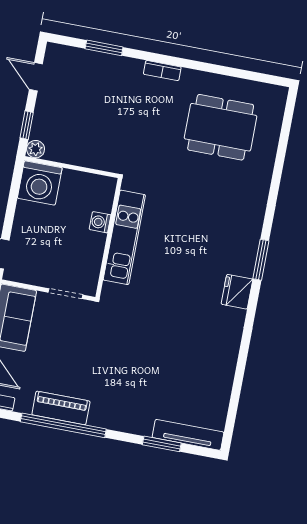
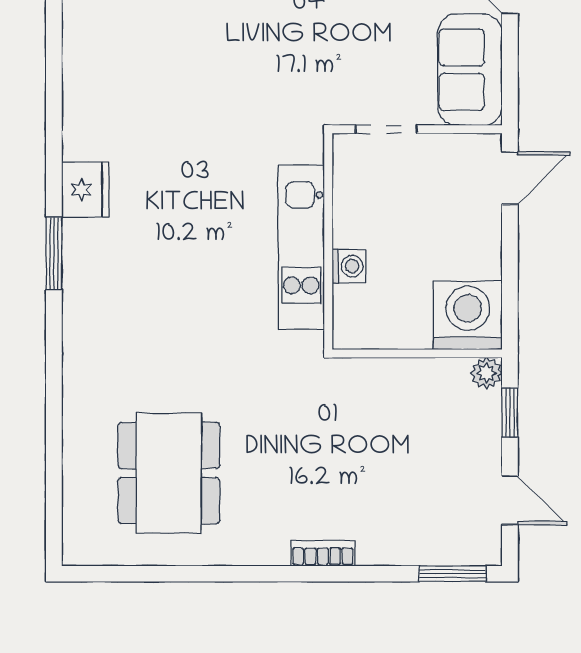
window: (104, 48) -> (453, 574), moved
bookcase: (162, 71) -> (323, 553), moved
dining table: (221, 127) -> (169, 473), turned 90

